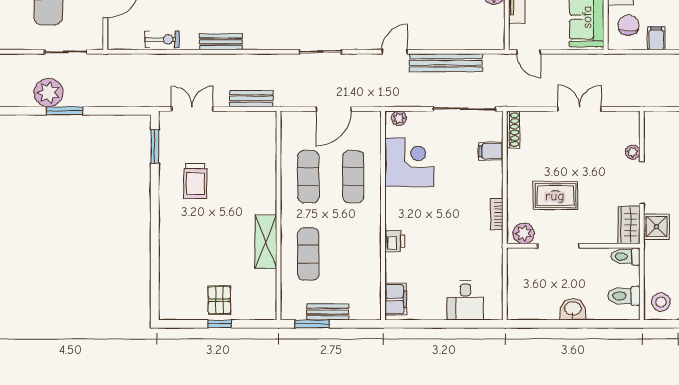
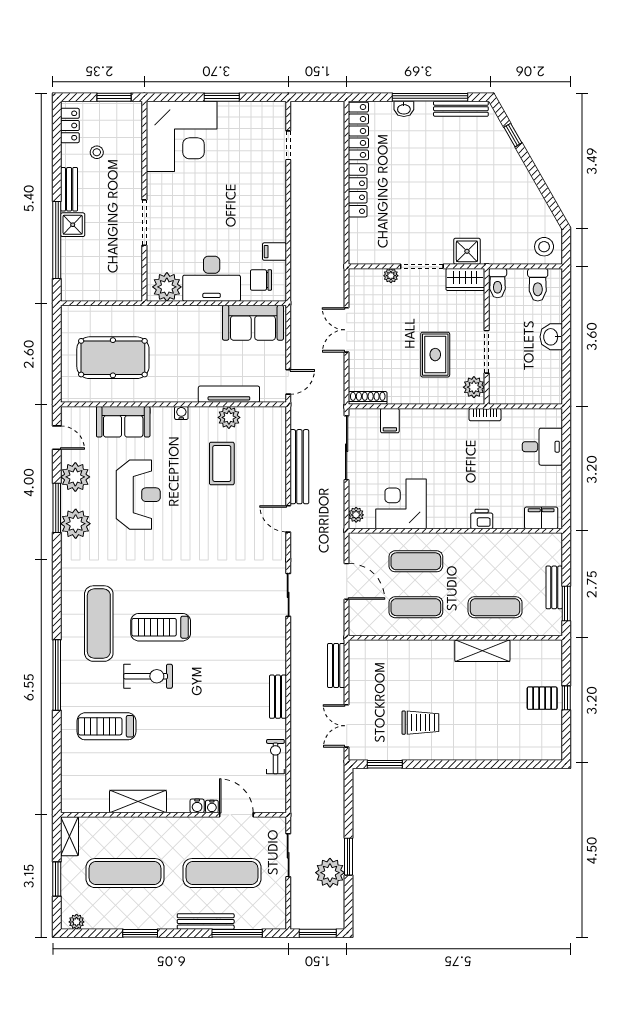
bookcase: (497, 214) -> (485, 415), moved

